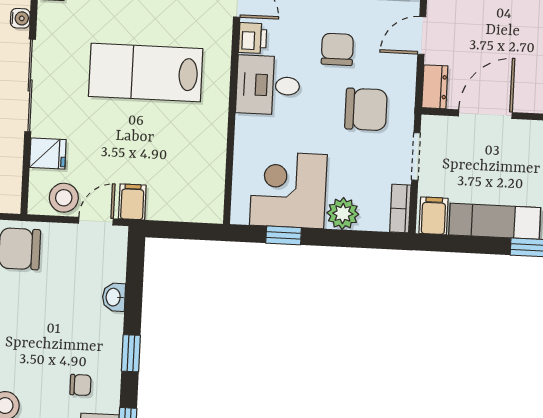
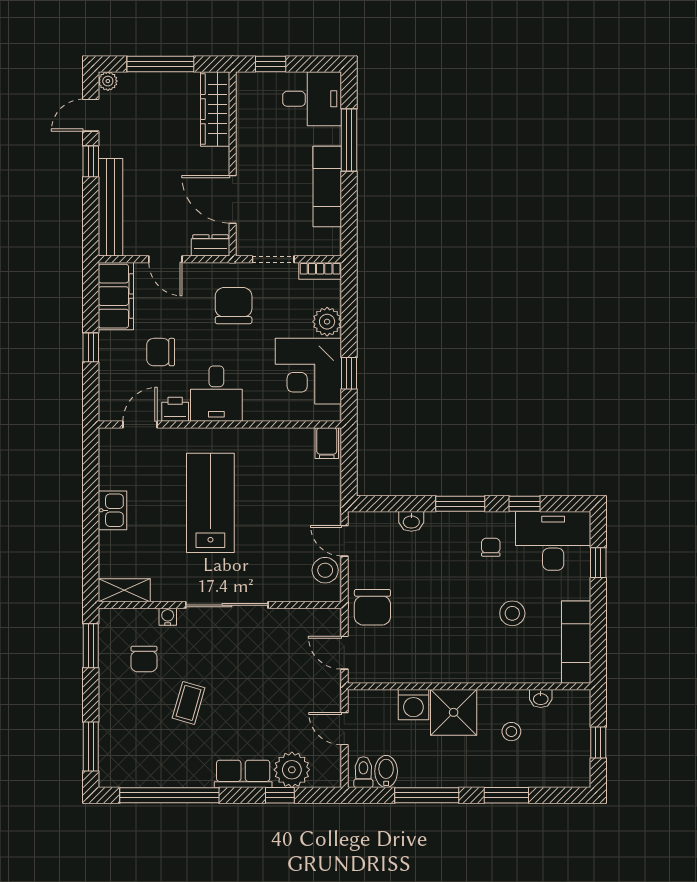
chair: (337, 49) -> (161, 352), moved
lab bench: (146, 73) -> (210, 503), turned 180
fridge: (48, 154) -> (287, 586), removed
filing cabinet: (132, 202) -> (327, 443), moved, turned -90
filing cabinet: (433, 216) -> (325, 241), removed
window: (131, 353) -> (460, 504), width x1.50

